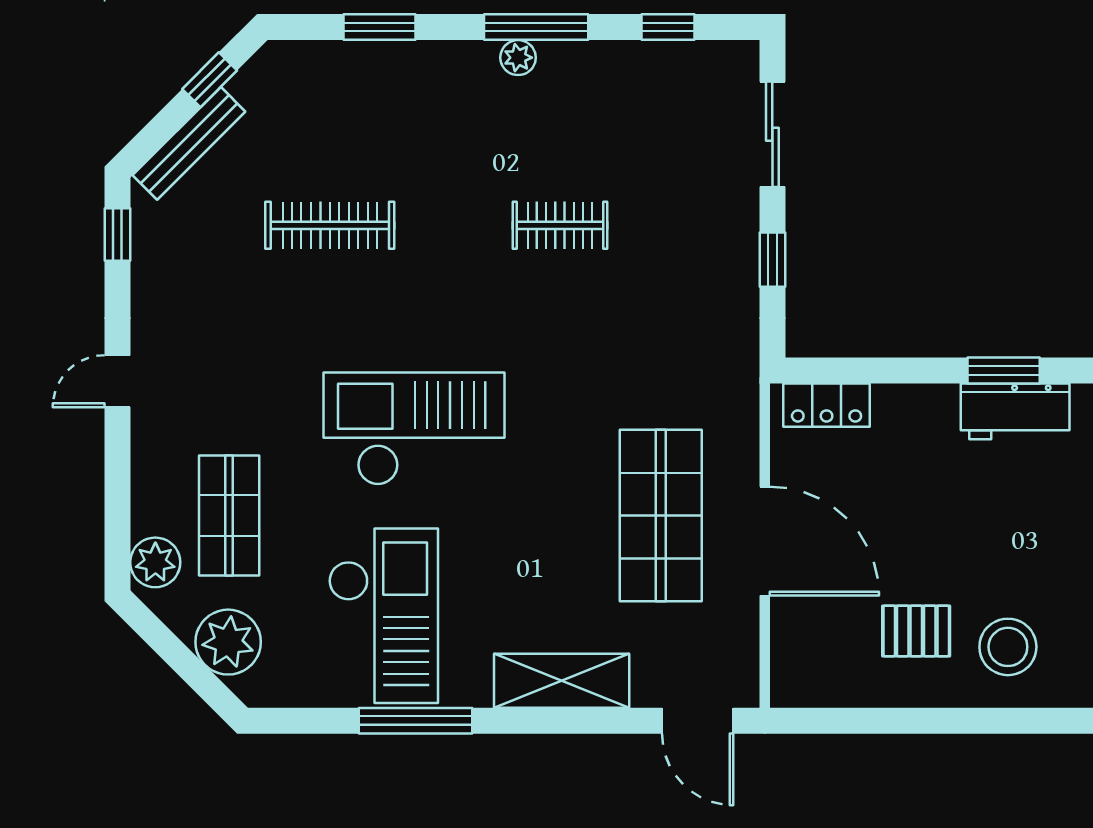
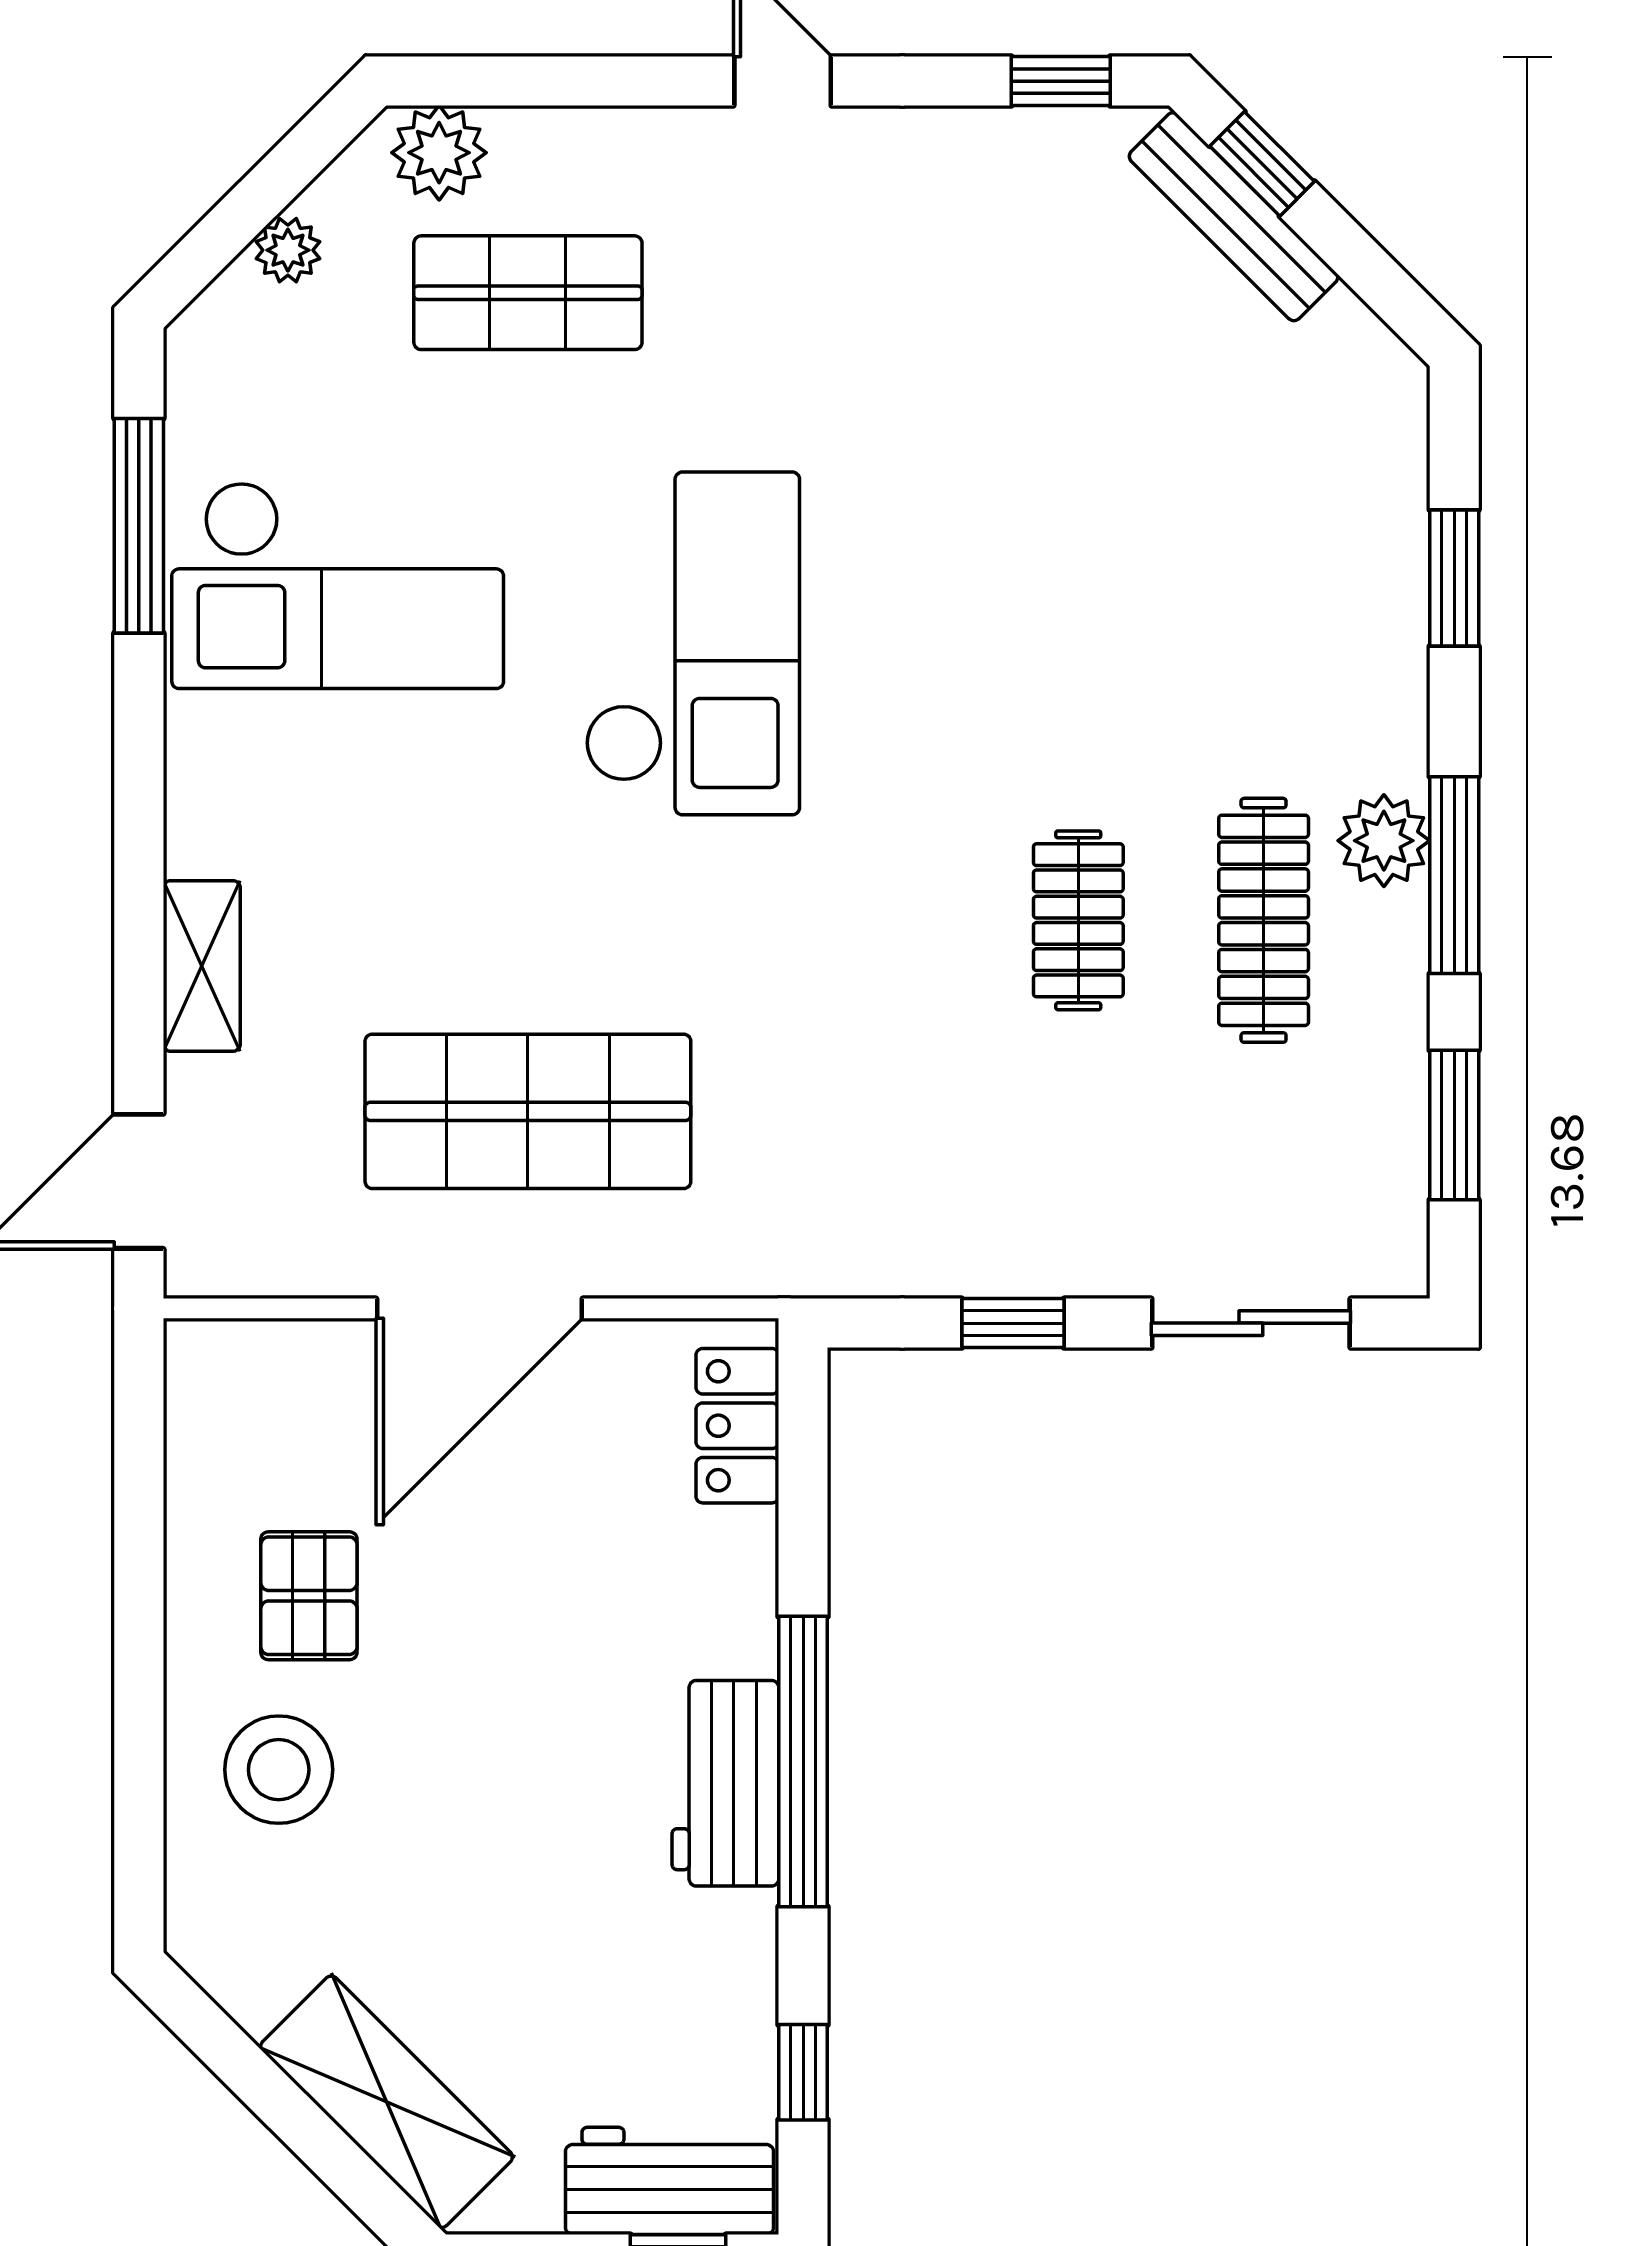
window: (668, 27) -> (1454, 1125), width x1.50
plant: (518, 58) -> (1384, 841), width x1.38, depth x1.38
window: (210, 80) -> (1262, 164), moved
clothes rail: (330, 225) -> (1264, 920), moved
window: (1004, 370) -> (803, 1762), width x2.11
plant: (228, 642) -> (288, 250), width x0.53, depth x0.53
shelving: (562, 681) -> (202, 966), width x0.67, depth x0.75
window: (415, 721) -> (139, 526), moved

